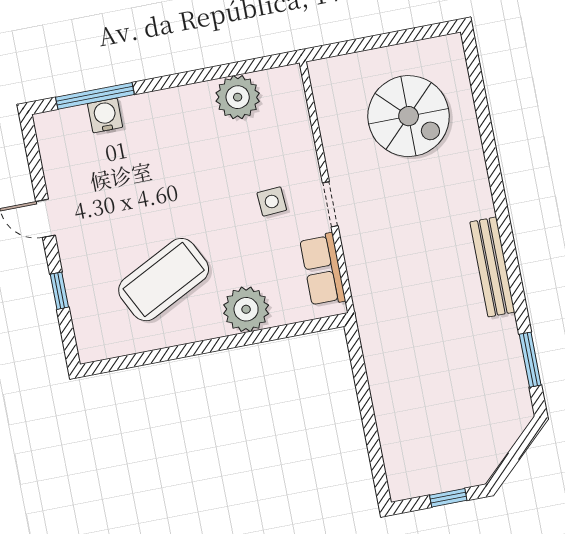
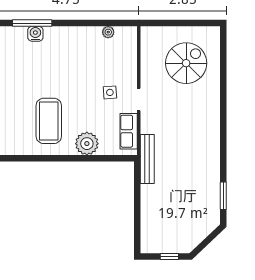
plant: (238, 97) -> (108, 32), width x0.53, depth x0.53
spiral stairs: (409, 116) -> (186, 63), turned -90
bench: (492, 267) -> (147, 159), moved
coffee table: (164, 280) -> (49, 121), turned -63

